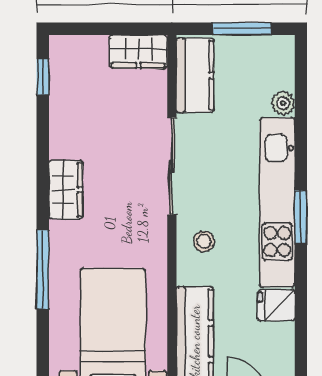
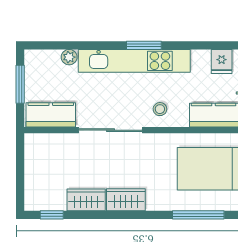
wardrobe: (138, 52) -> (86, 200), moved, turned -90
window: (43, 269) -> (198, 215), moved
fridge: (276, 305) -> (222, 62), moved

